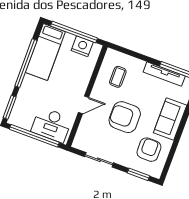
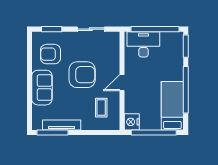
nightstand: (82, 46) -> (132, 122), moved, turned 90
door: (84, 105) -> (122, 83), moved
armchair: (149, 150) -> (50, 54), turned 90

